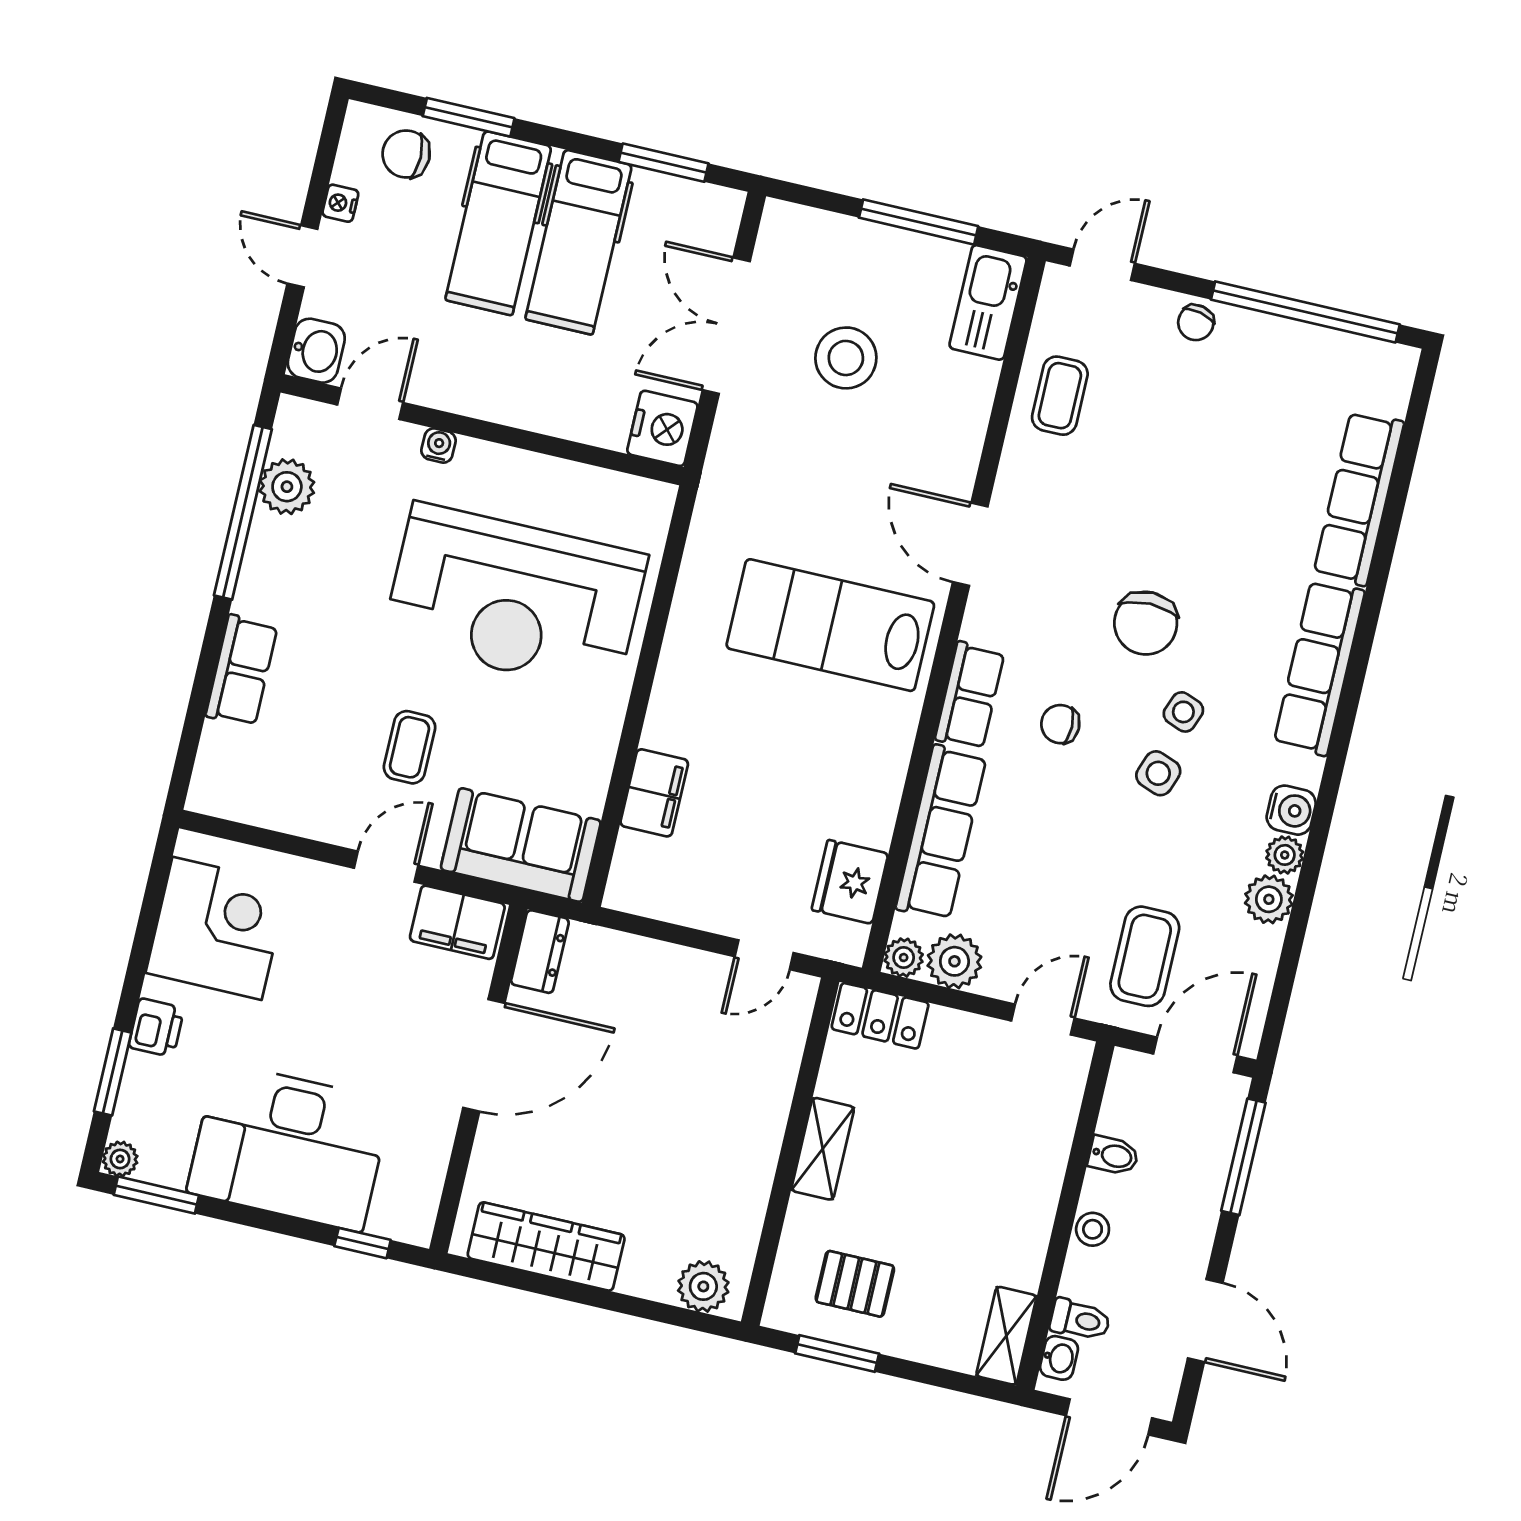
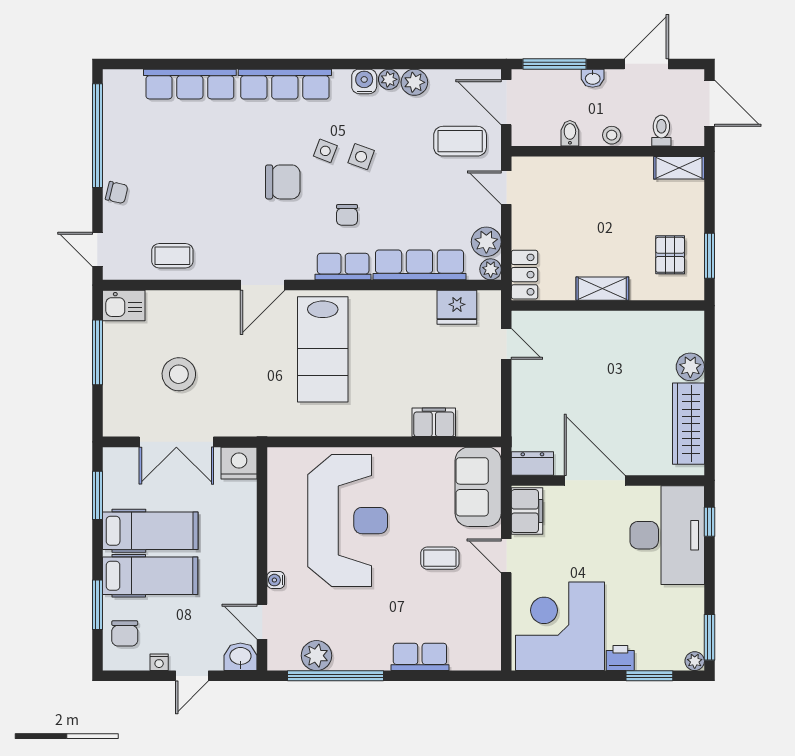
kitchen sink: (988, 302) -> (124, 305), width x0.73
corner desk: (217, 928) -> (560, 626), width x1.36, depth x1.36
desk: (289, 1147) -> (667, 535), moved
plant: (703, 1286) -> (690, 367), moved
washbasin: (1059, 1358) -> (593, 78), moved, turned 180

